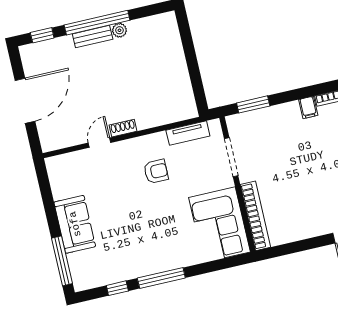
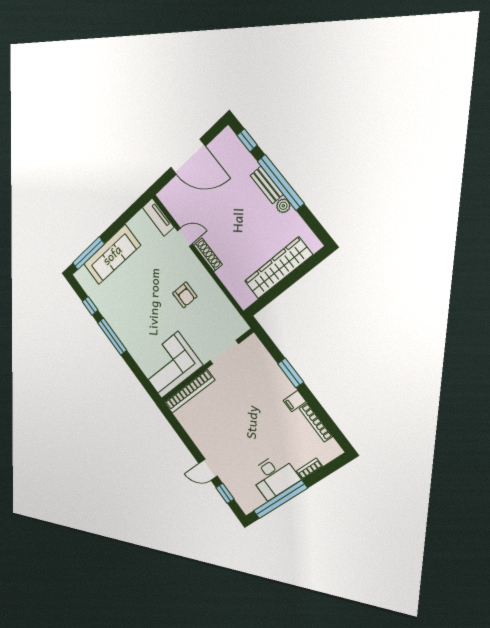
wardrobe: (174, 63) -> (278, 268), added
window: (253, 104) -> (291, 373), moved
shoe rack: (123, 128) -> (208, 255), width x1.43
tv unit: (188, 133) -> (158, 217), moved
sofa: (75, 224) -> (112, 255), width x1.36

